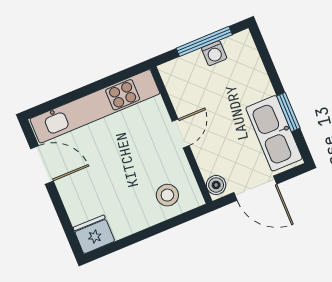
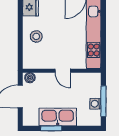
kitchen sink: (274, 133) -> (58, 117), moved
stool: (167, 195) -> (36, 36), moved

